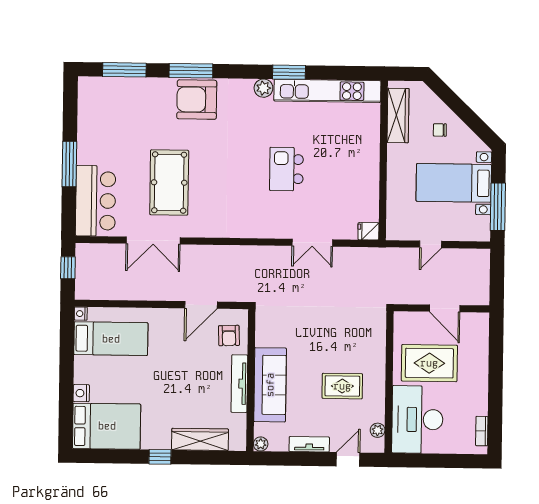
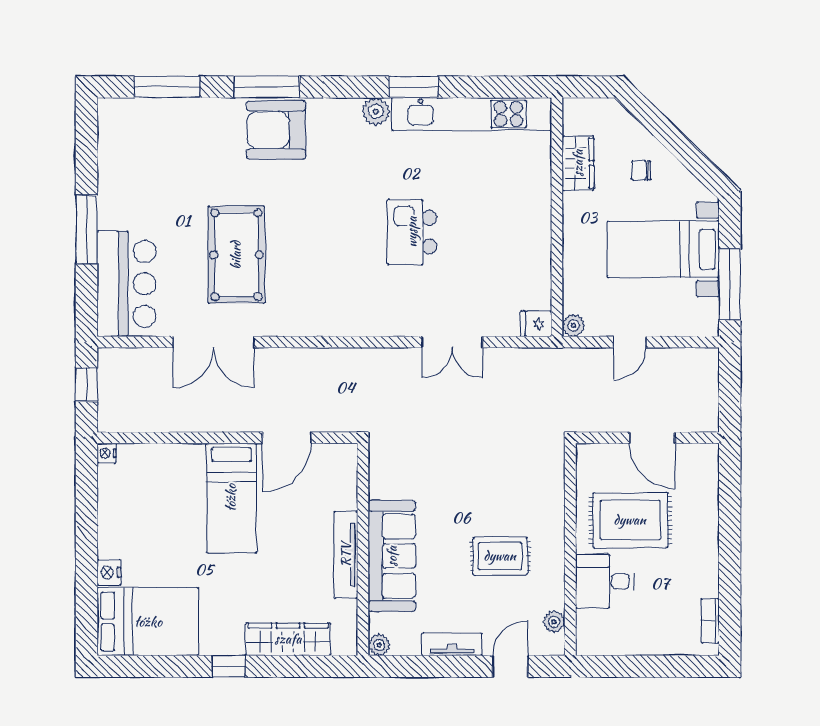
wardrobe: (398, 115) -> (578, 163), width x0.67
plant: (393, 233) -> (573, 326), added
armchair: (229, 336) -> (329, 483), removed
bed: (111, 339) -> (231, 498), moved, turned 90
desk: (417, 419) -> (605, 581), width x0.53, depth x0.77

